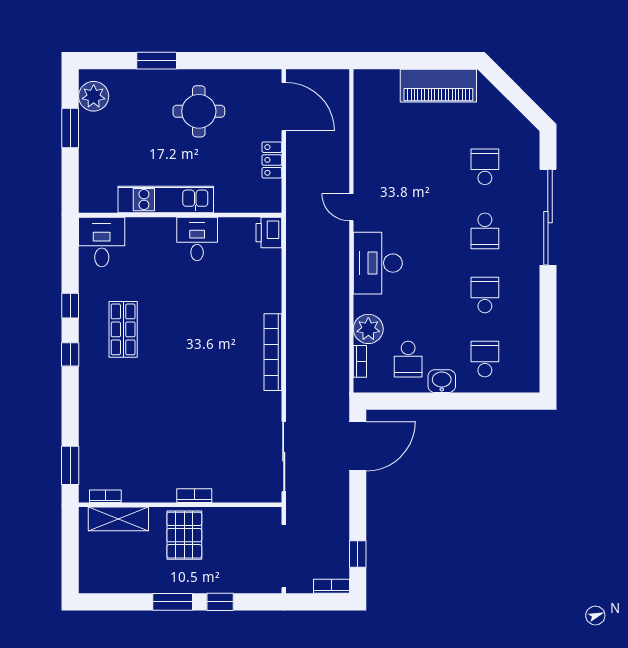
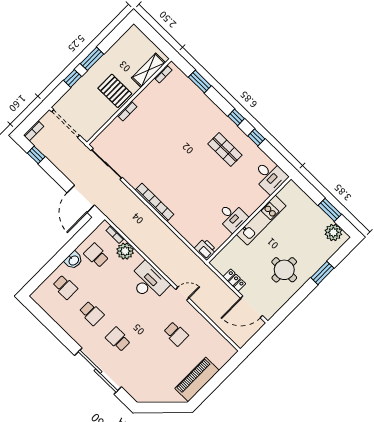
school desk: (485, 167) -> (176, 334), moved
window: (70, 465) -> (200, 82), moved

